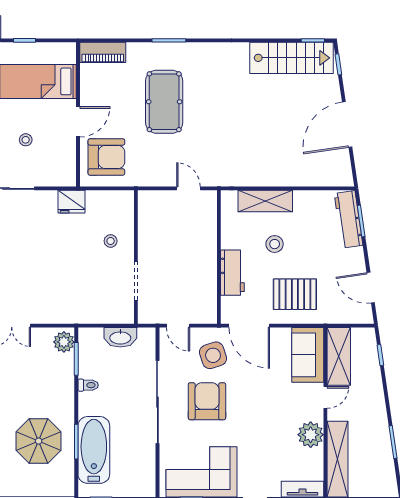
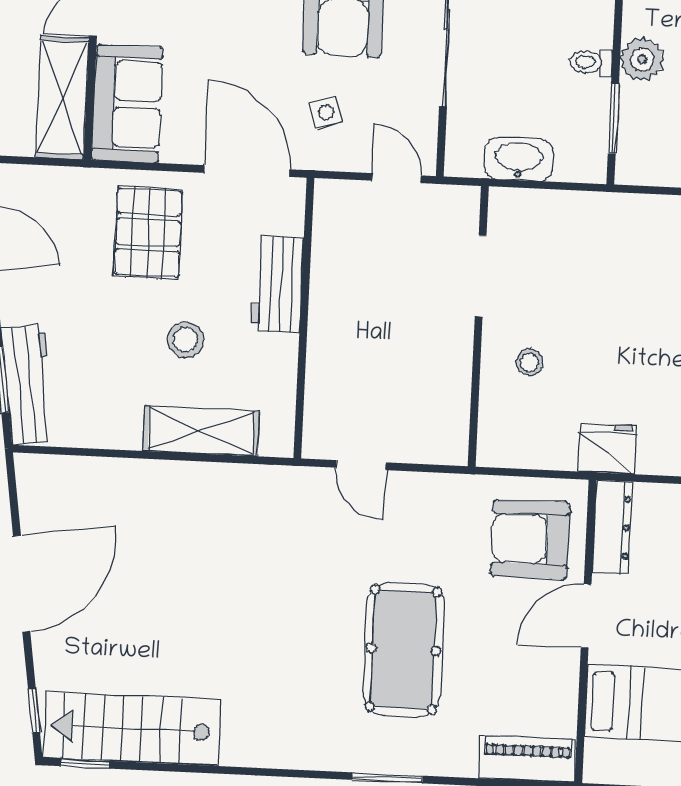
dresser: (68, 165) -> (612, 527), added
pallet: (295, 294) -> (148, 233), turned 90
plant: (64, 342) -> (642, 59), moved
side table: (213, 355) -> (326, 112), width x0.54, depth x0.54

